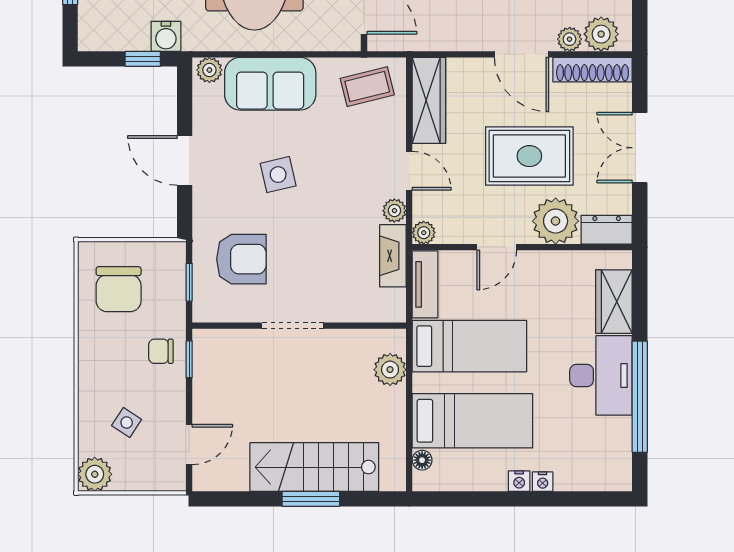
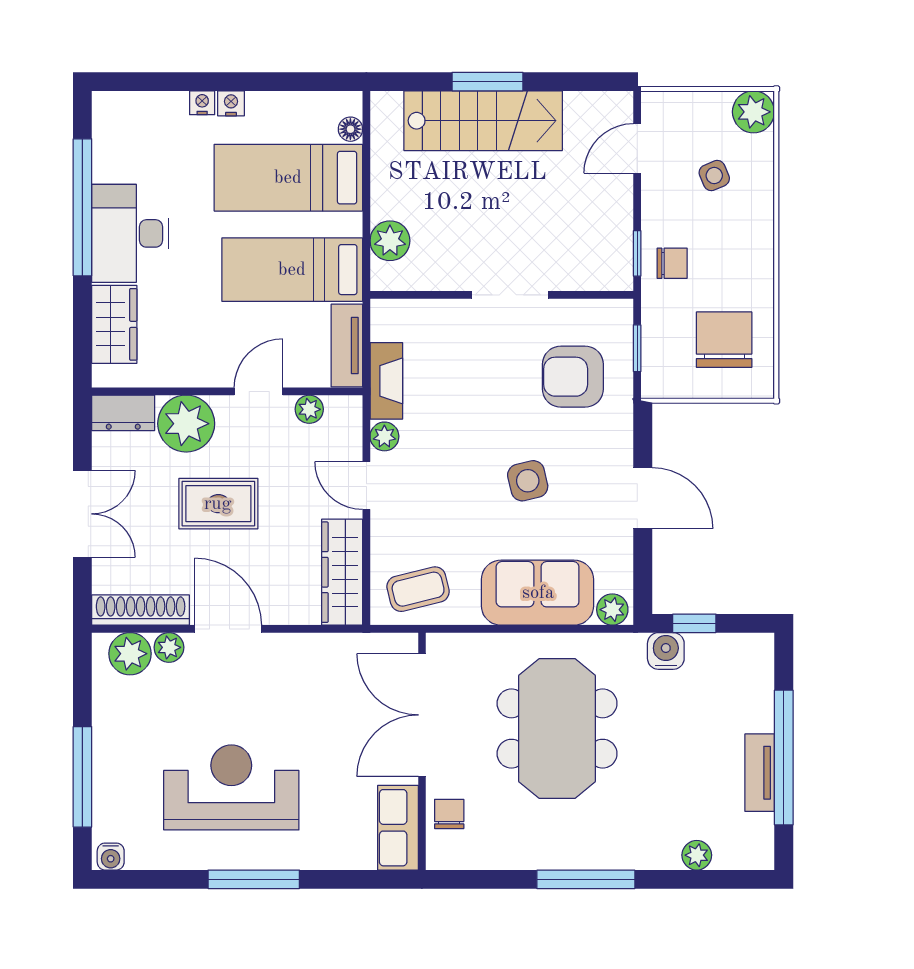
rug: (529, 156) -> (218, 504), width x0.73, depth x0.70
plant: (424, 233) -> (309, 409), moved
side table: (127, 423) -> (714, 176), turned 34

